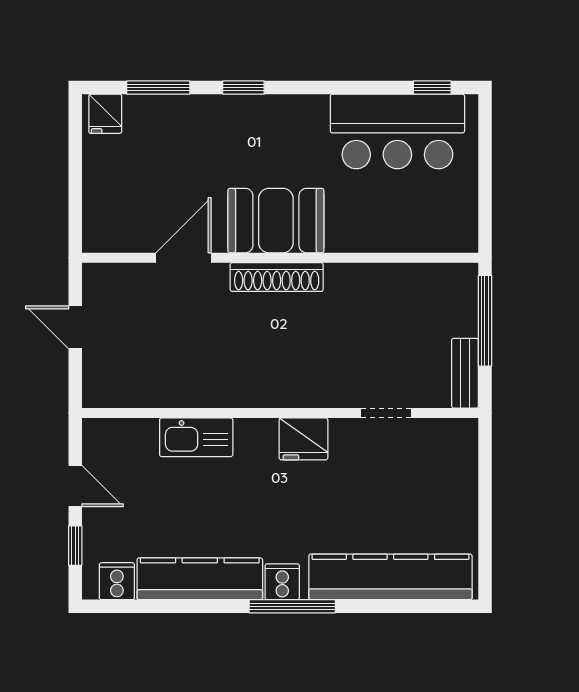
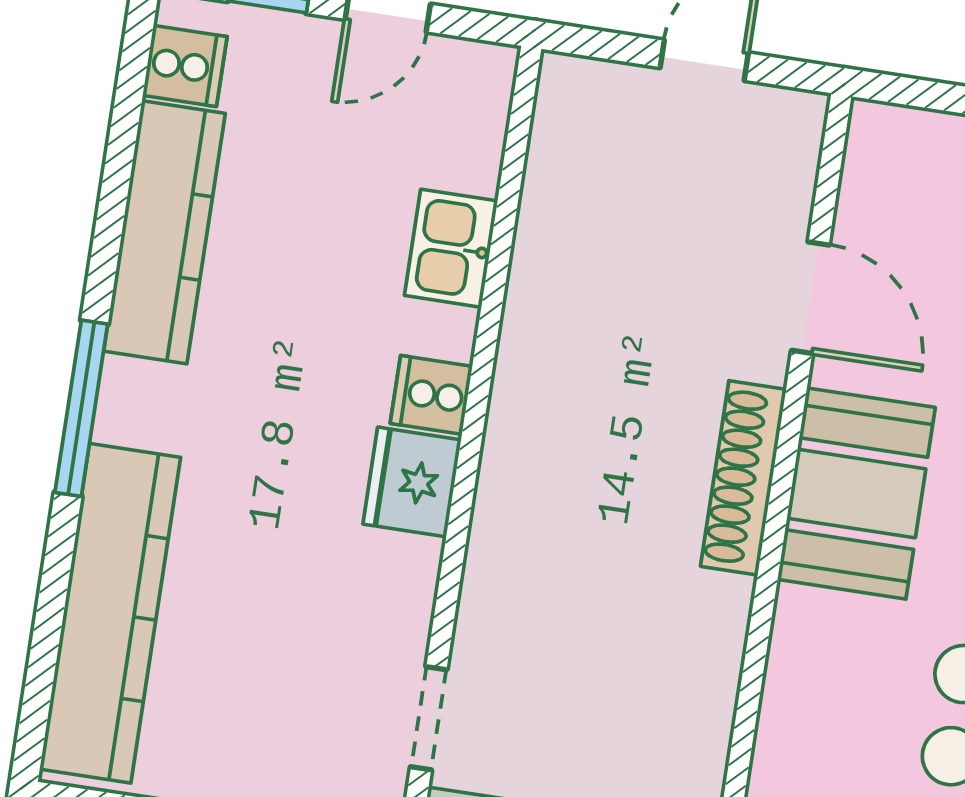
doorway: (386, 413) -> (429, 718), moved
kitchen sink: (196, 437) -> (451, 248), width x0.73
cooker: (282, 582) -> (431, 395), moved, turned 180

